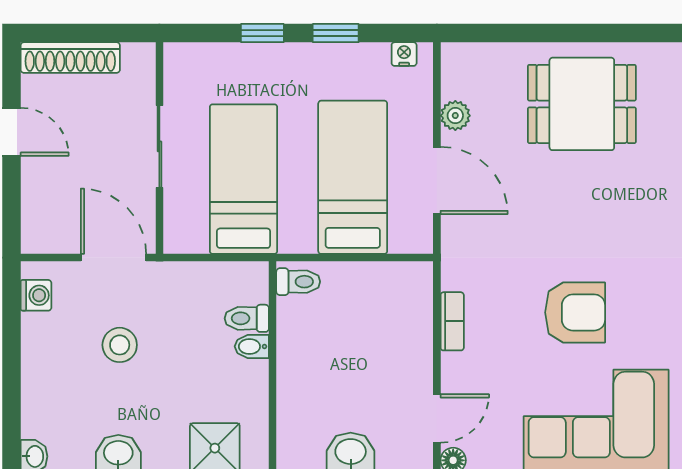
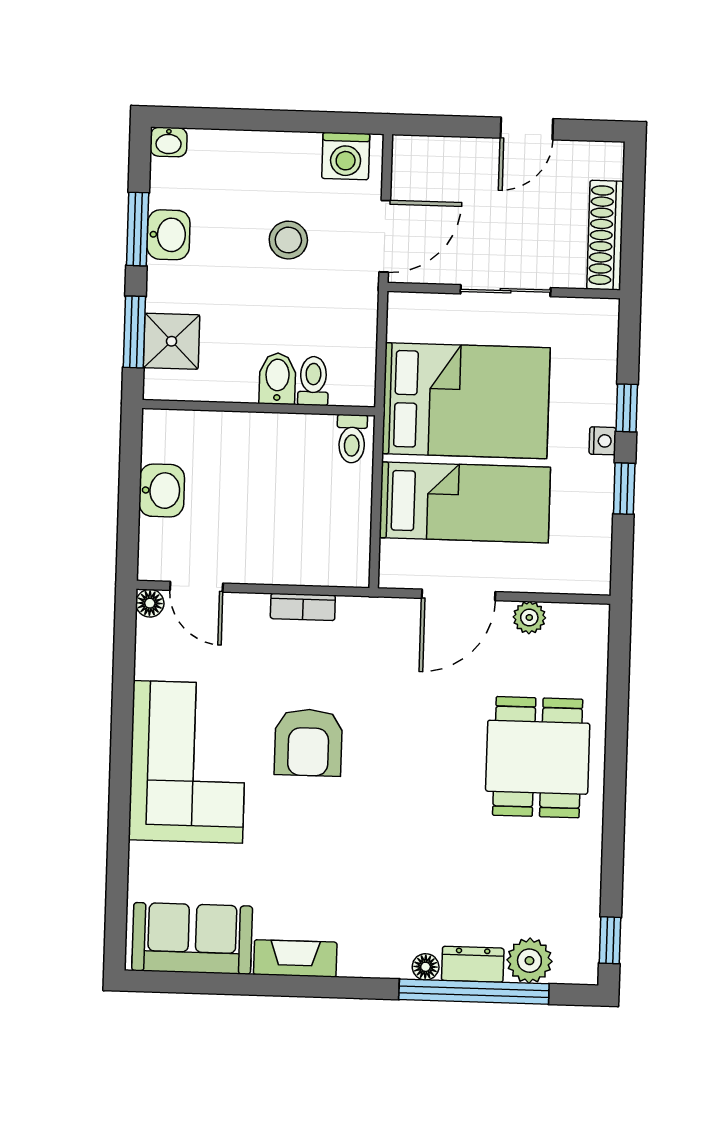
nightstand: (404, 54) -> (603, 441), moved
shoe rack: (70, 58) -> (605, 235), moved
bed: (244, 179) -> (466, 401), width x1.50
washing machine: (36, 295) -> (346, 156), width x1.38, depth x1.38
bidet: (252, 346) -> (277, 379), width x1.38, depth x1.36

